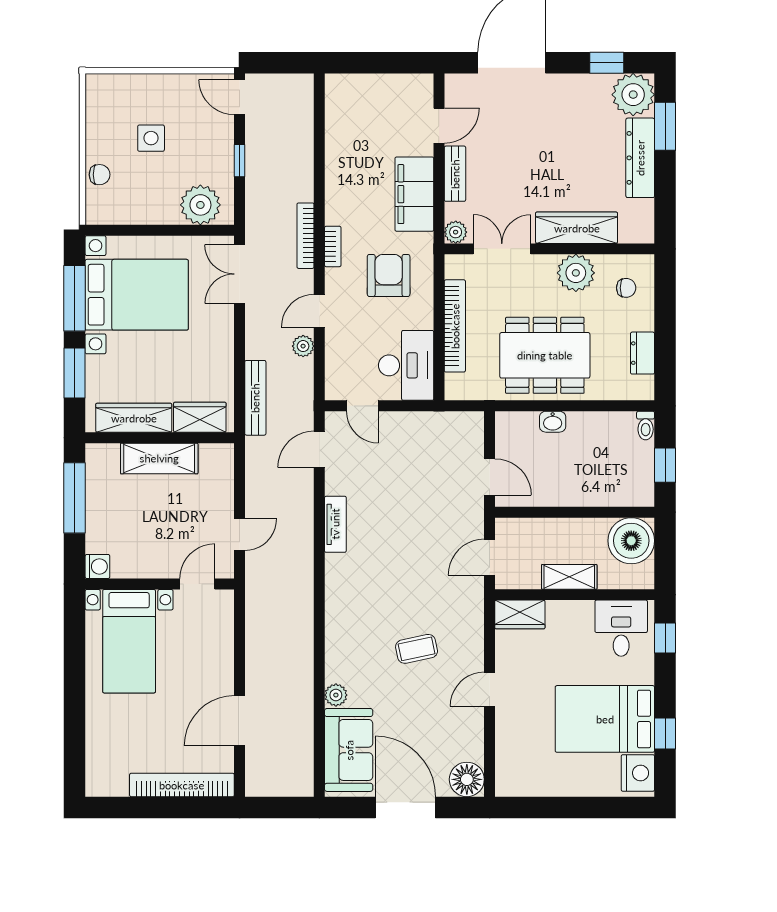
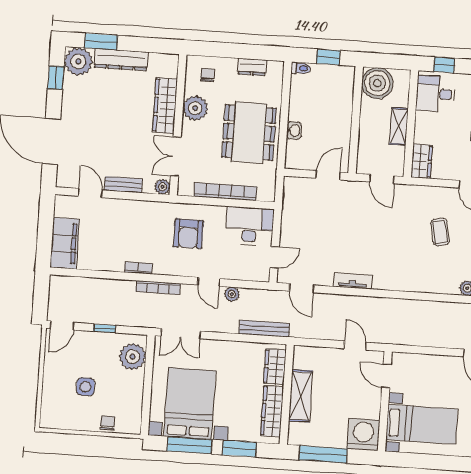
filing cabinet: (414, 194) -> (65, 243), moved, turned -90
bookcase: (333, 246) -> (138, 268), moved
armchair: (389, 275) -> (188, 234), turned -90
washing machine: (97, 566) -> (363, 434), width x1.89, depth x1.89

